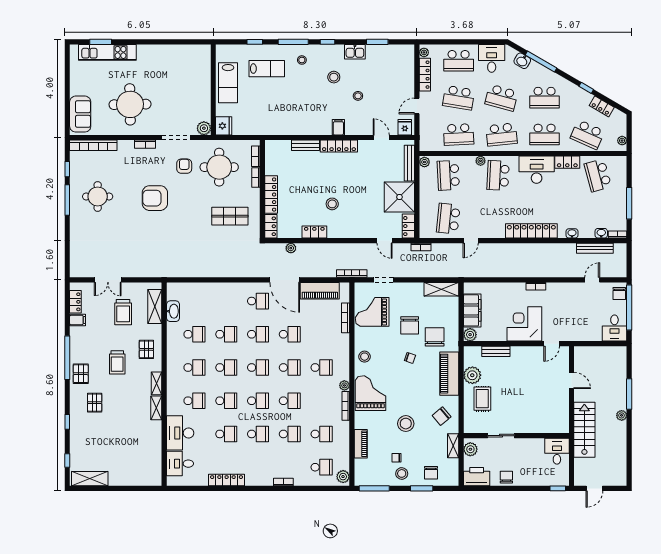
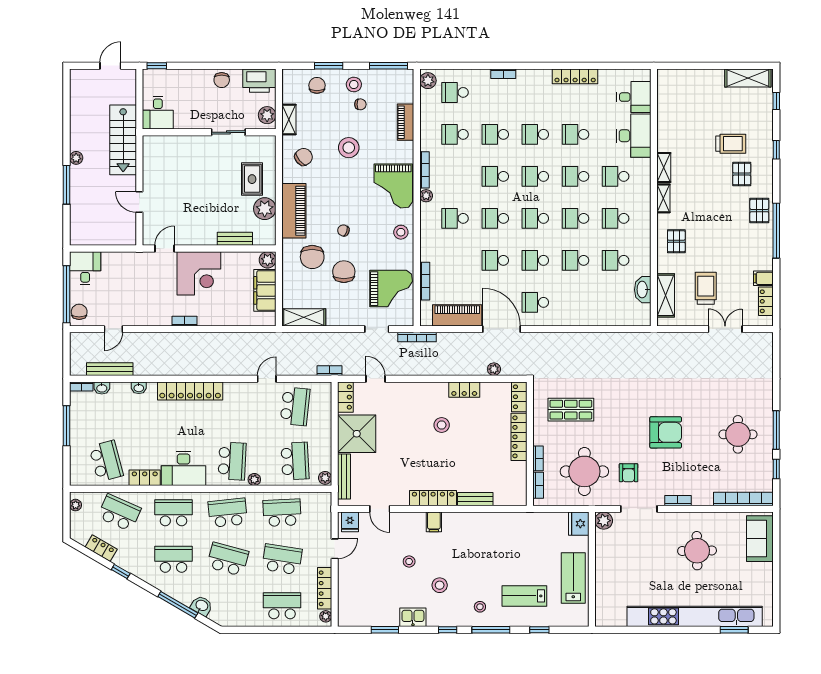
kitchen unit: (107, 52) -> (695, 616), width x1.86
desk: (492, 58) -> (240, 609), removed
round table: (130, 104) -> (697, 551), width x0.73, depth x0.73
trolley: (117, 362) -> (731, 144), moved, turned 90

